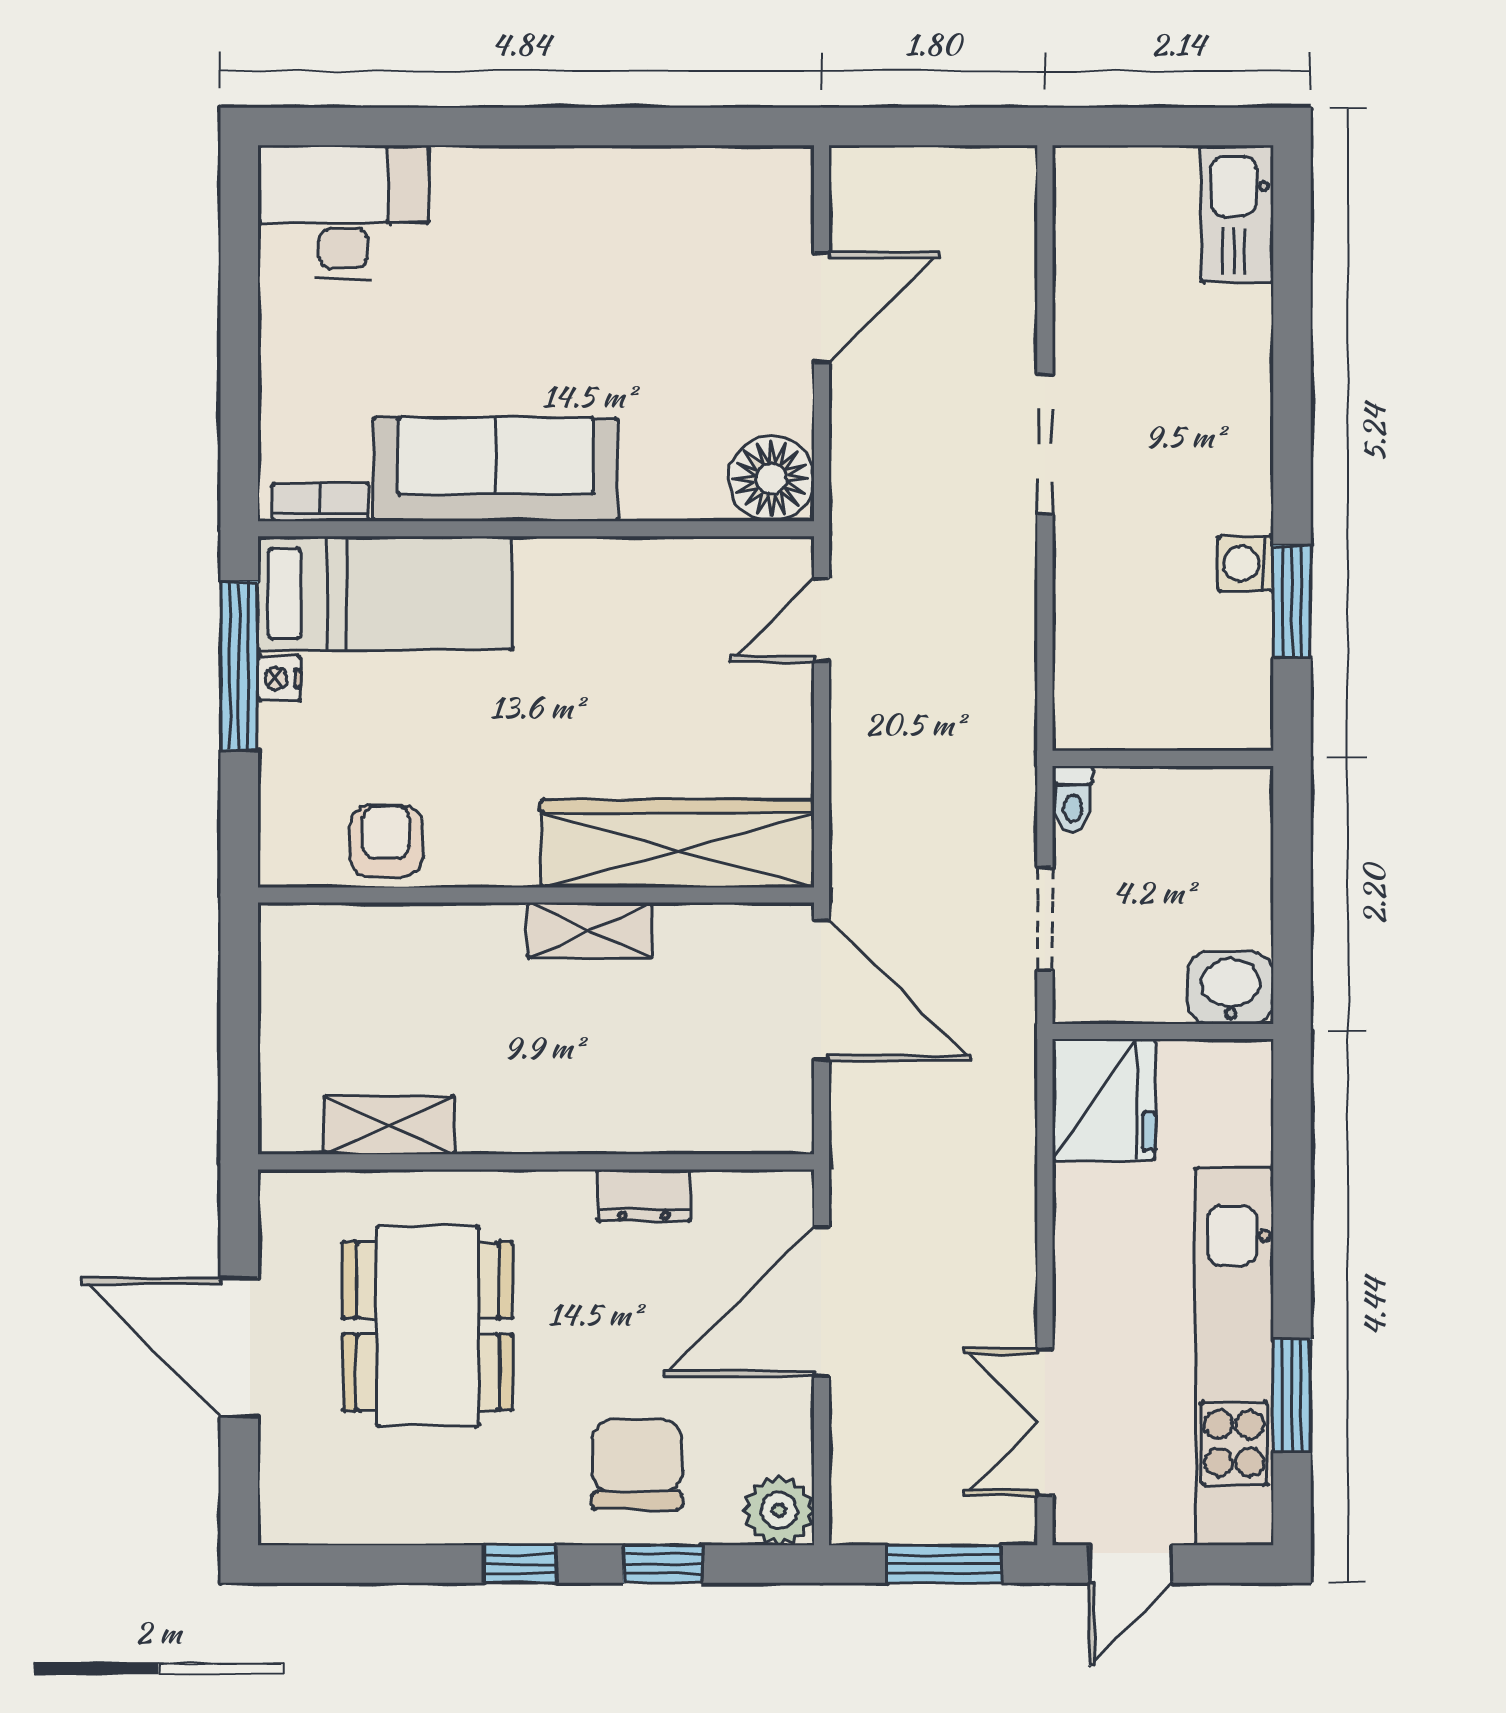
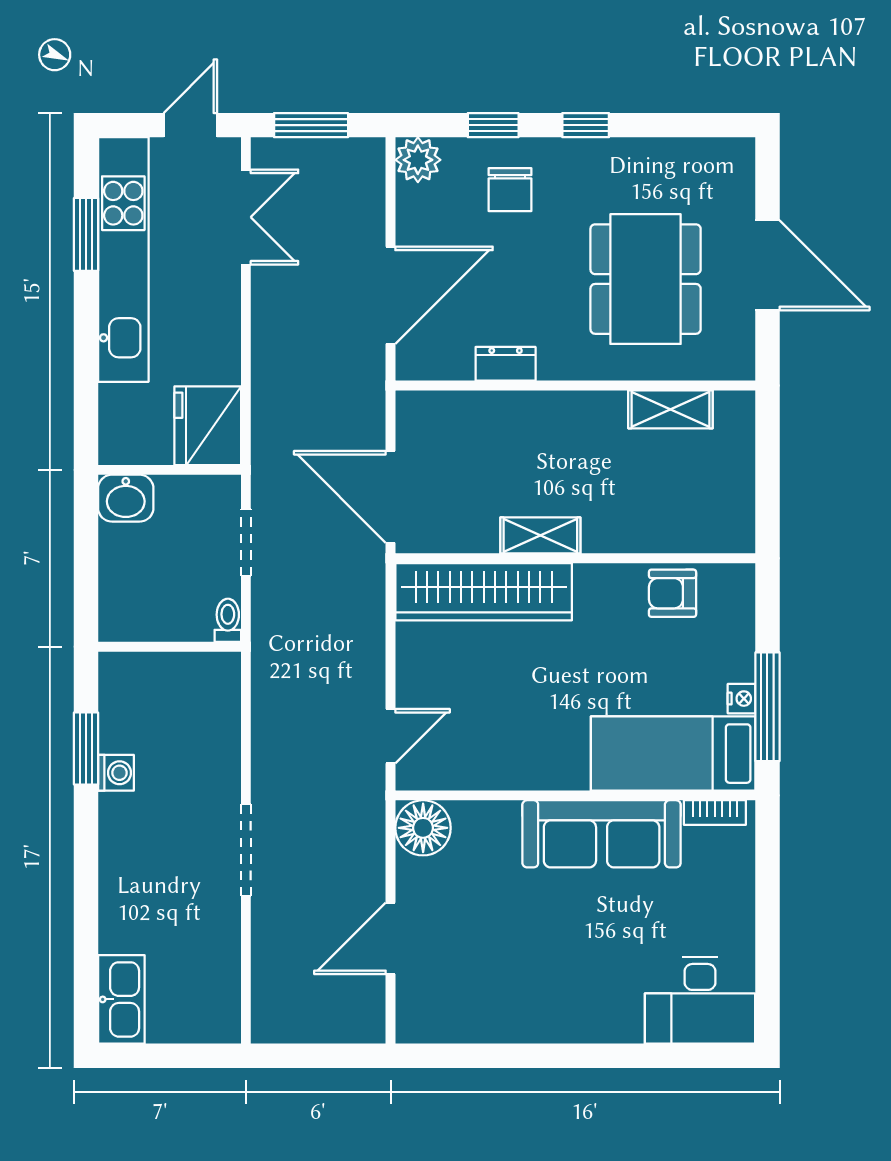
armchair: (386, 841) -> (673, 593), turned 90
chair: (637, 1464) -> (510, 190), width x0.73, depth x0.73

